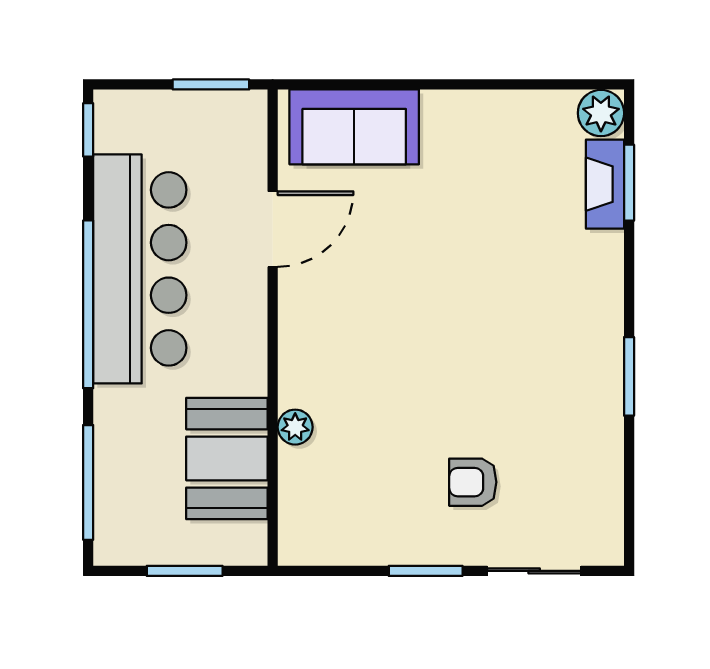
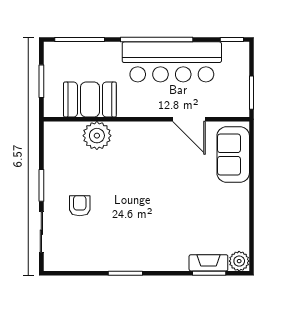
plant: (295, 427) -> (97, 136), width x1.88, depth x1.88

